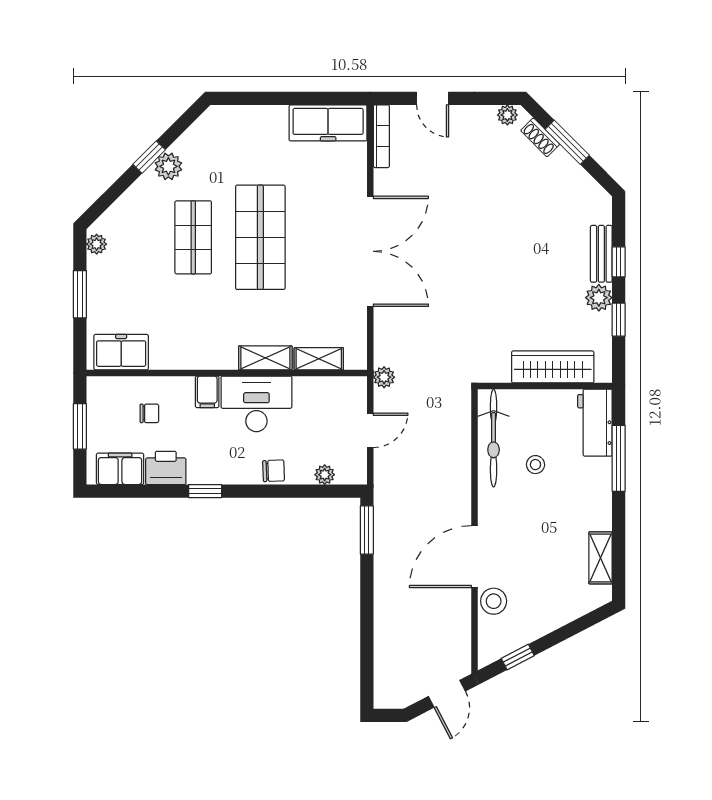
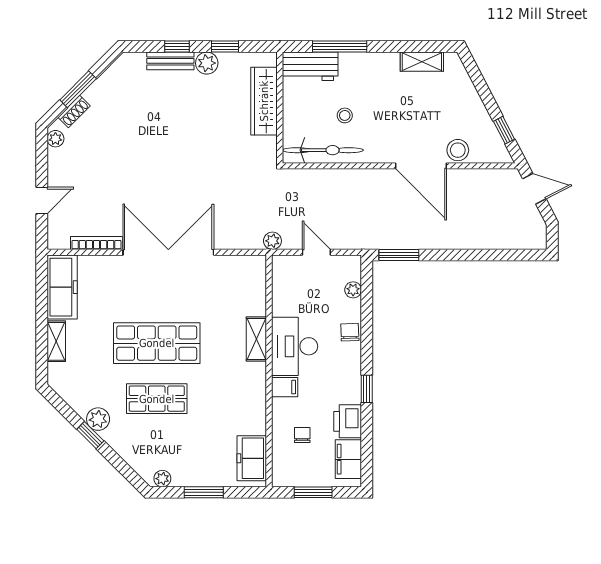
bookcase: (381, 136) -> (96, 243), moved
shelving: (319, 359) -> (56, 341), moved

